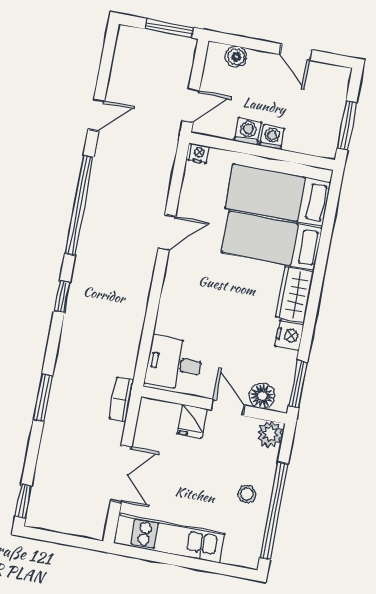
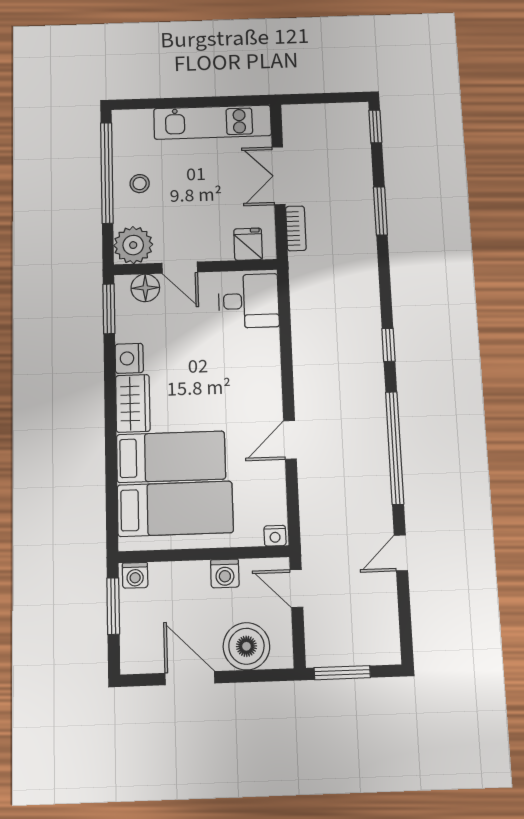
door: (296, 52) -> (190, 678), width x1.38
boiler: (236, 57) -> (246, 646), width x1.86, depth x1.86
door: (191, 105) -> (296, 588), hinge flipped
washing machine: (272, 137) -> (135, 575), moved
window: (43, 398) -> (380, 211), moved
bookcase: (122, 399) -> (296, 228), moved
fridge: (192, 421) -> (248, 244), moved
plant: (270, 434) -> (133, 245), width x1.36, depth x1.36

